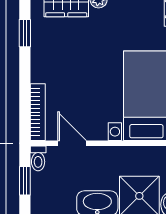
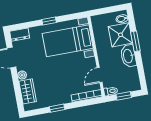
window: (25, 33) -> (57, 108), moved

